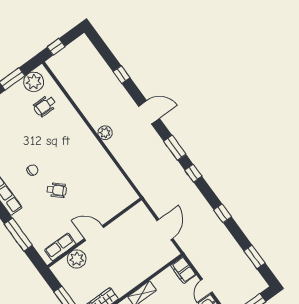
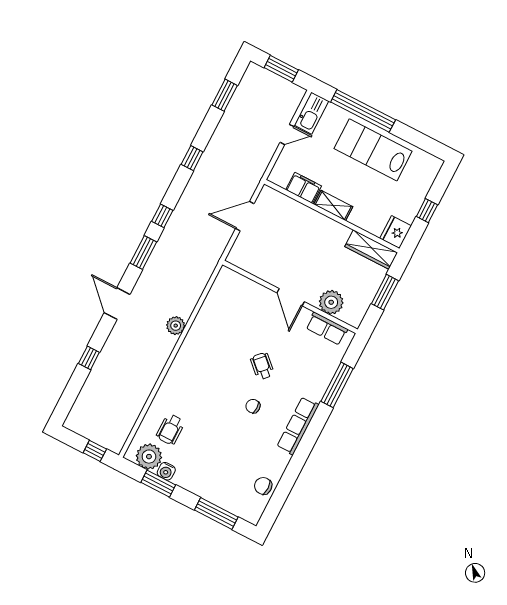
water cooler: (18, 89) -> (166, 471), added
wheelchair: (45, 106) -> (170, 429), turned 90
plant: (105, 133) -> (176, 326), moved
filing cabinet: (183, 270) -> (304, 188), moved, turned -90

